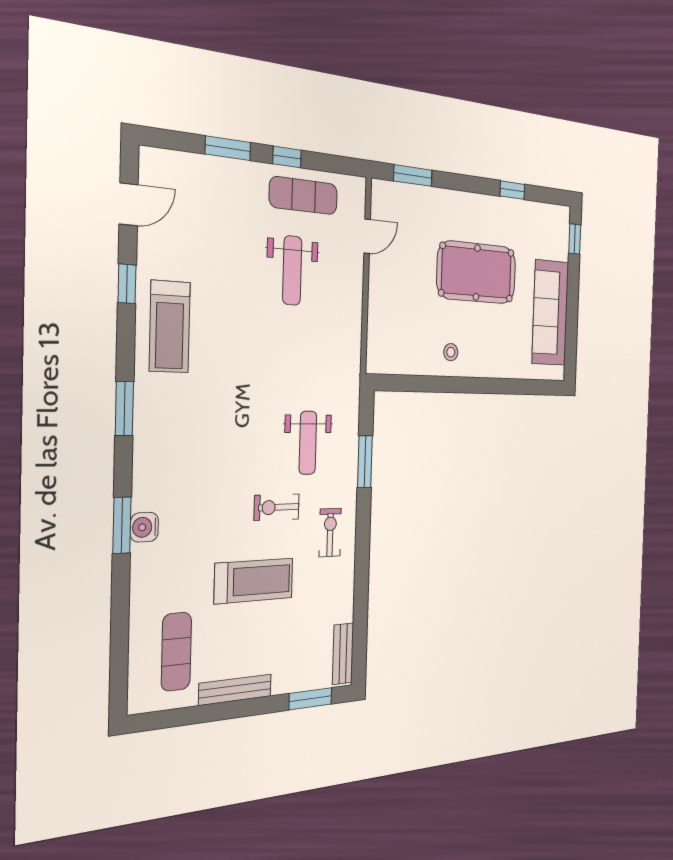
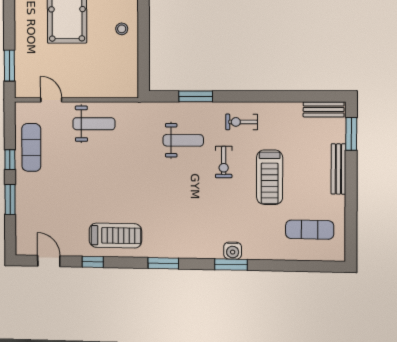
weight bench: (292, 270) -> (94, 124), moved
treadmill: (254, 581) -> (270, 177), turned 180
bench: (235, 690) -> (338, 169), moved

